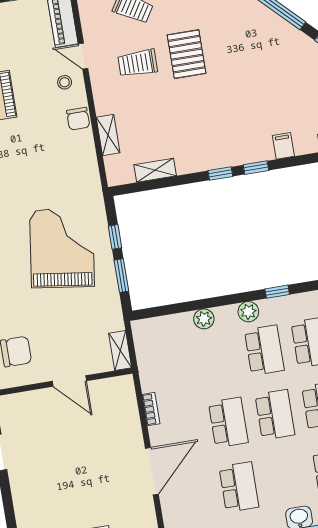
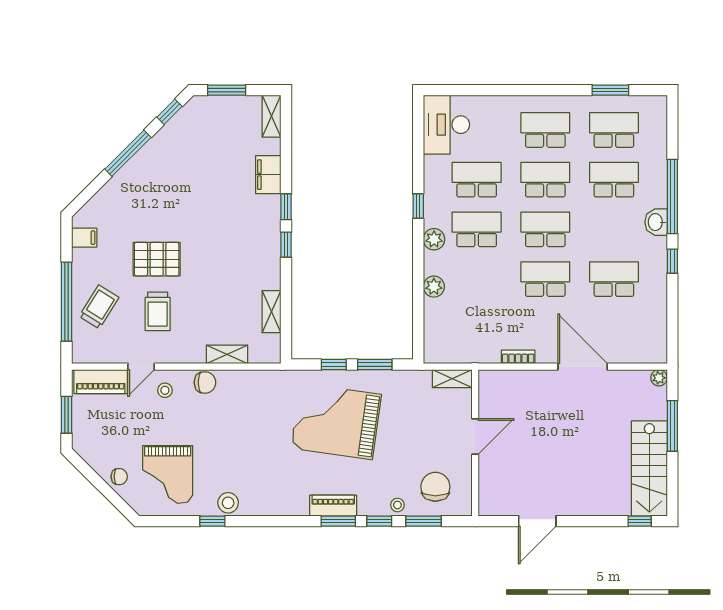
filing cabinet: (283, 146) -> (268, 175), width x2.00

